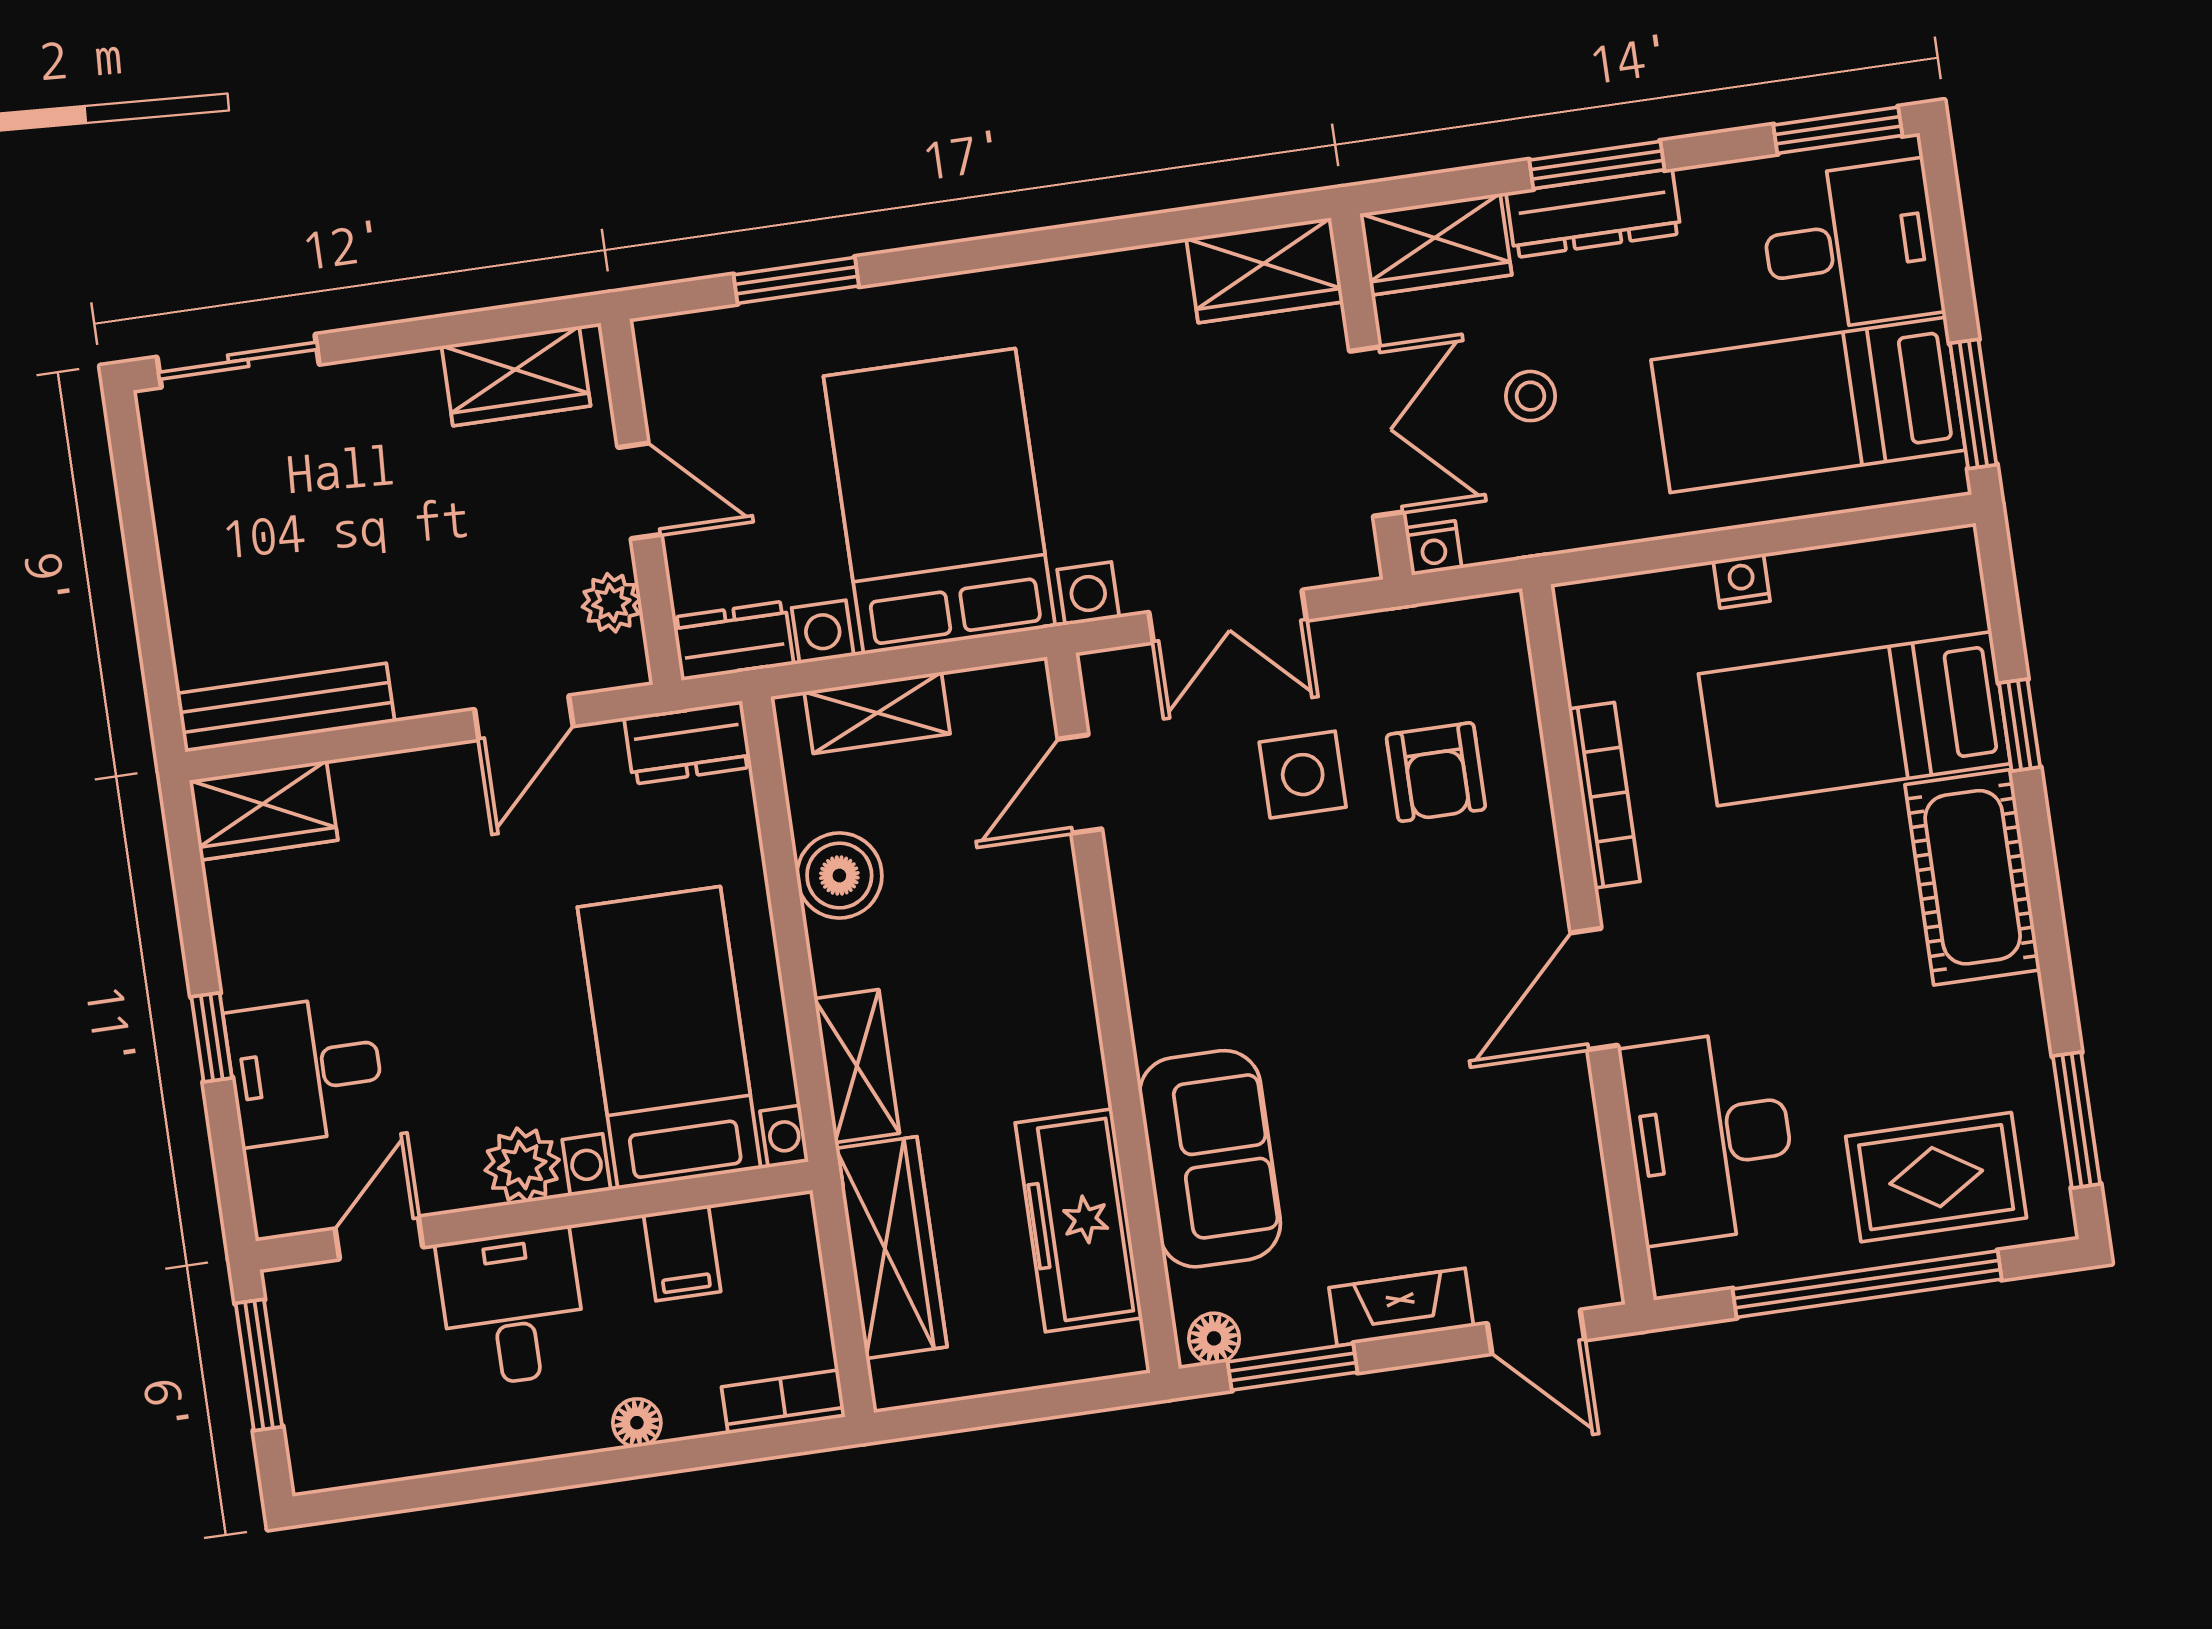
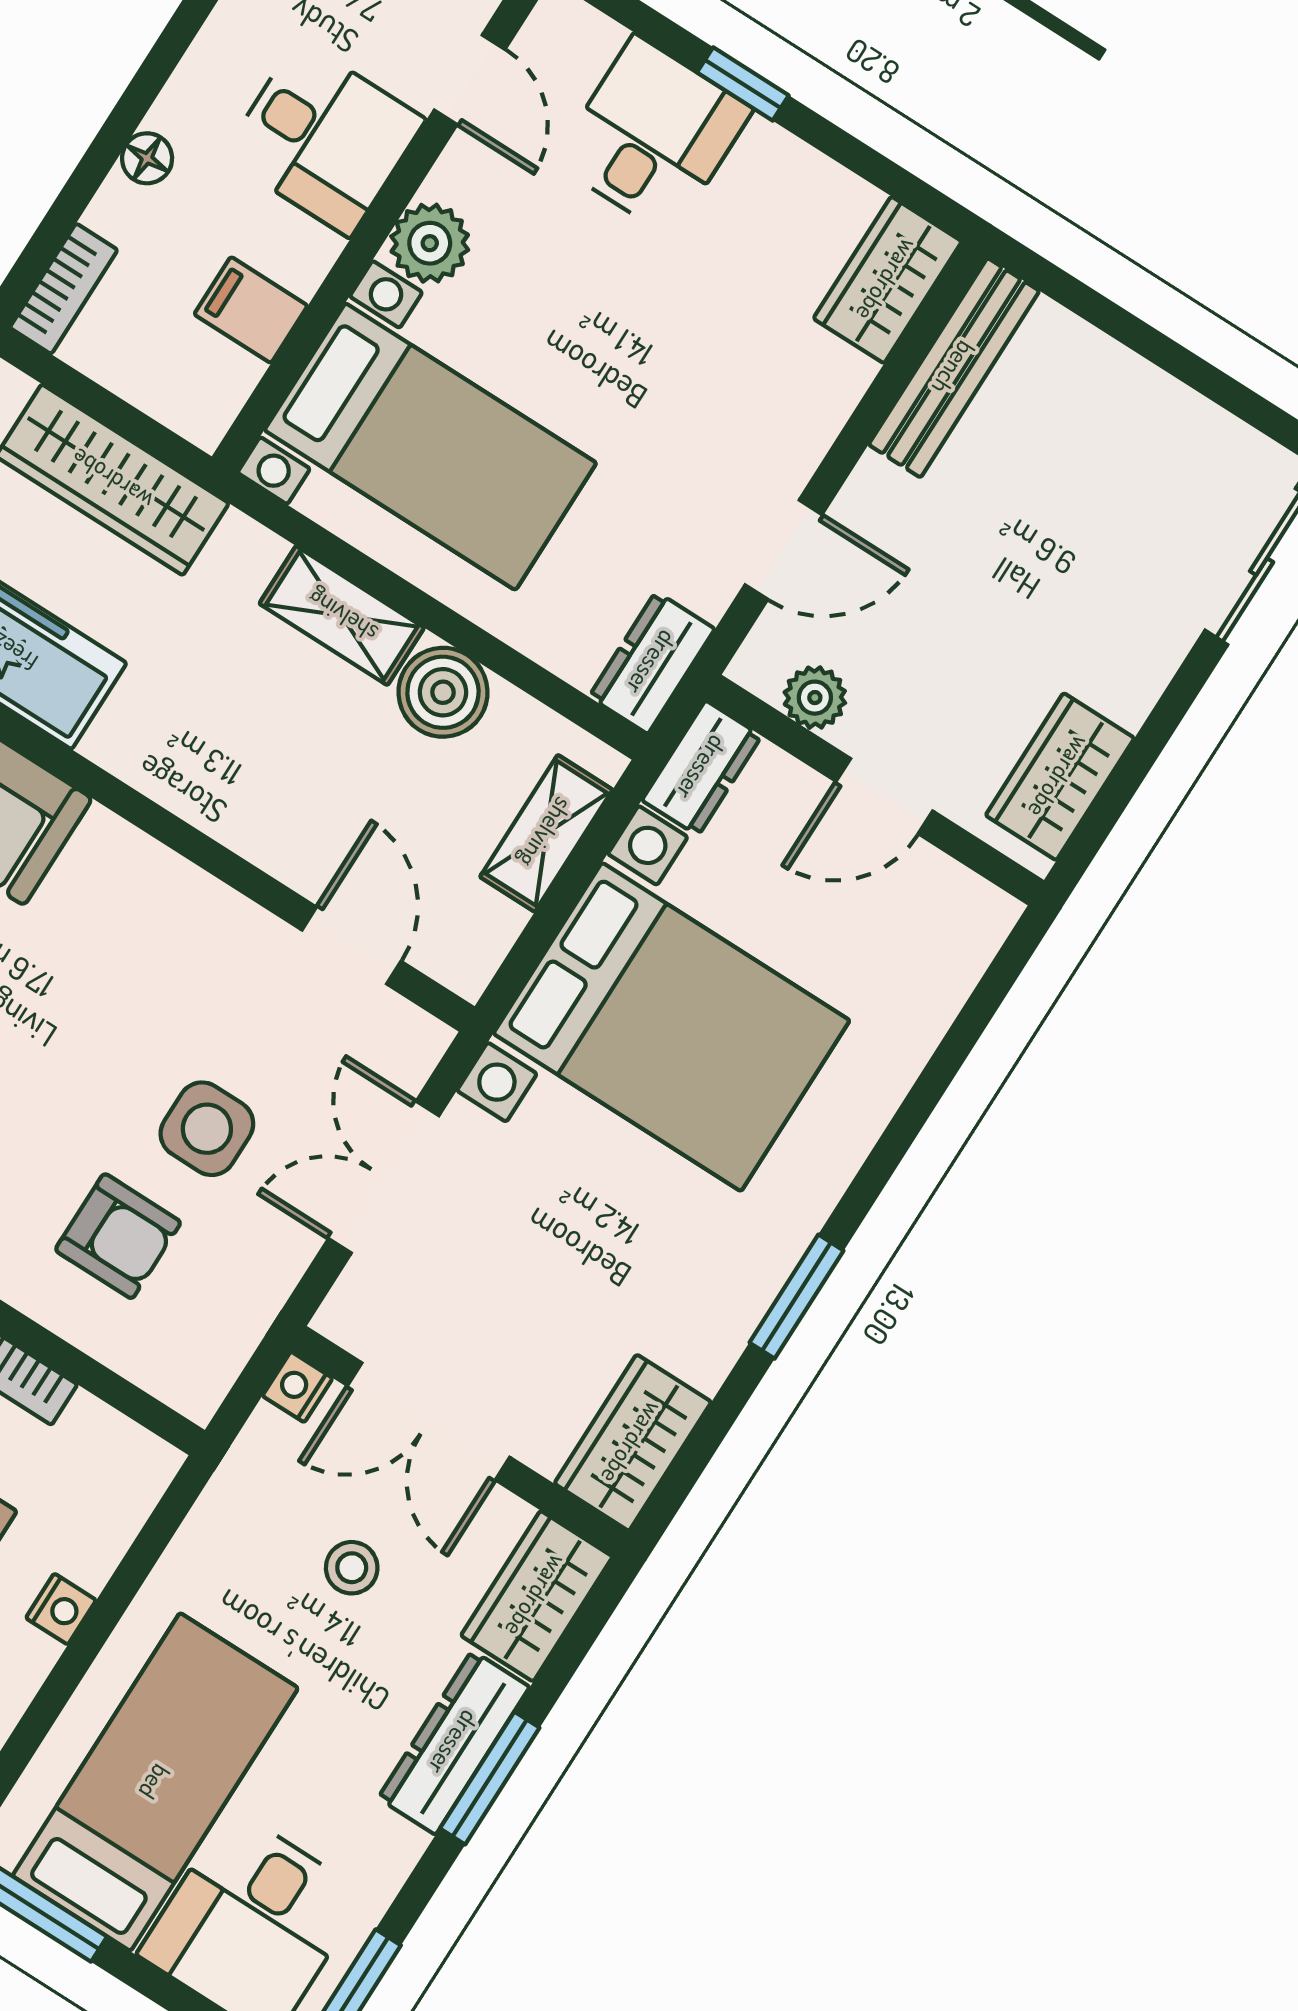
window: (796, 280) -> (796, 1297), moved
door: (524, 718) -> (783, 550), swing flipped
armchair: (1436, 772) -> (118, 1236), turned 180
shelving: (857, 1066) -> (342, 616), moved

